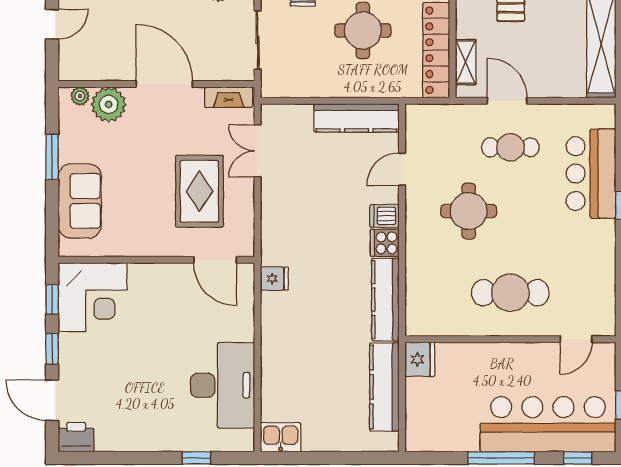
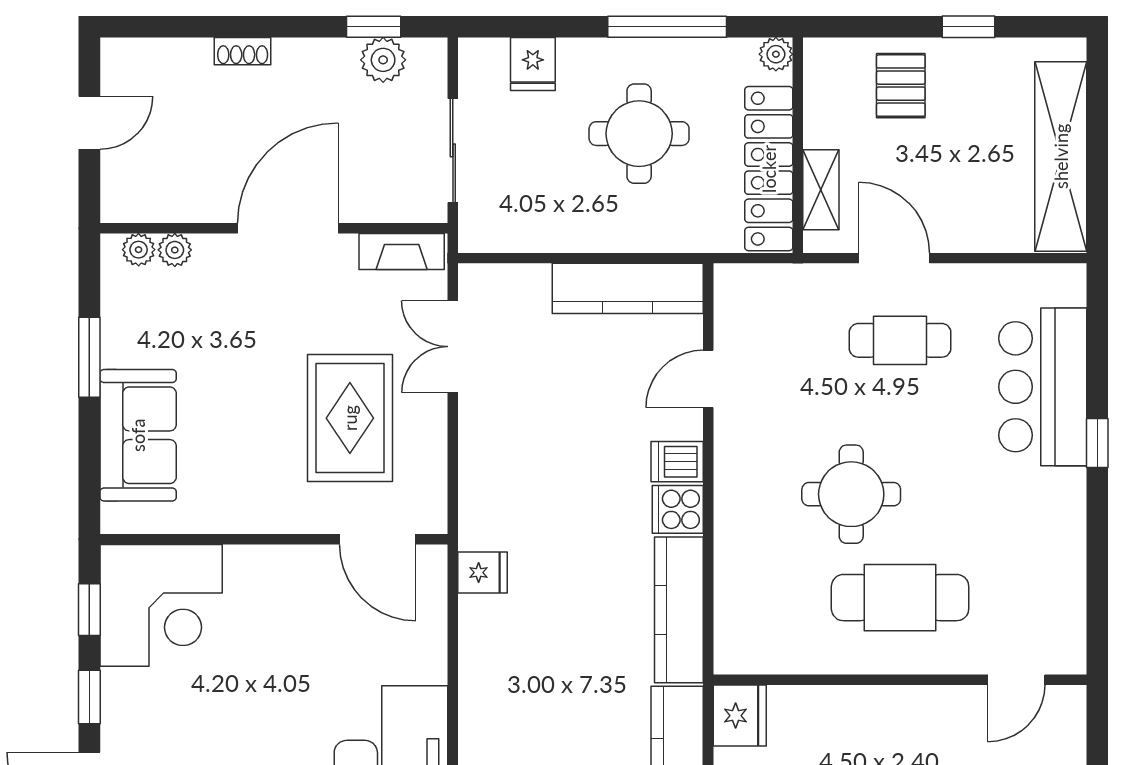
door: (164, 84) -> (288, 228), hinge flipped
plant: (109, 104) -> (175, 250), width x0.53, depth x0.53
round table: (469, 211) -> (851, 494), moved

